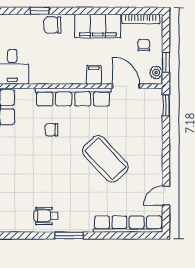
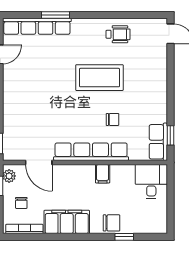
filing cabinet: (94, 75) -> (103, 174), moved
coffee table: (105, 159) -> (99, 78), moved, turned -47
window: (69, 236) -> (55, 15), moved

